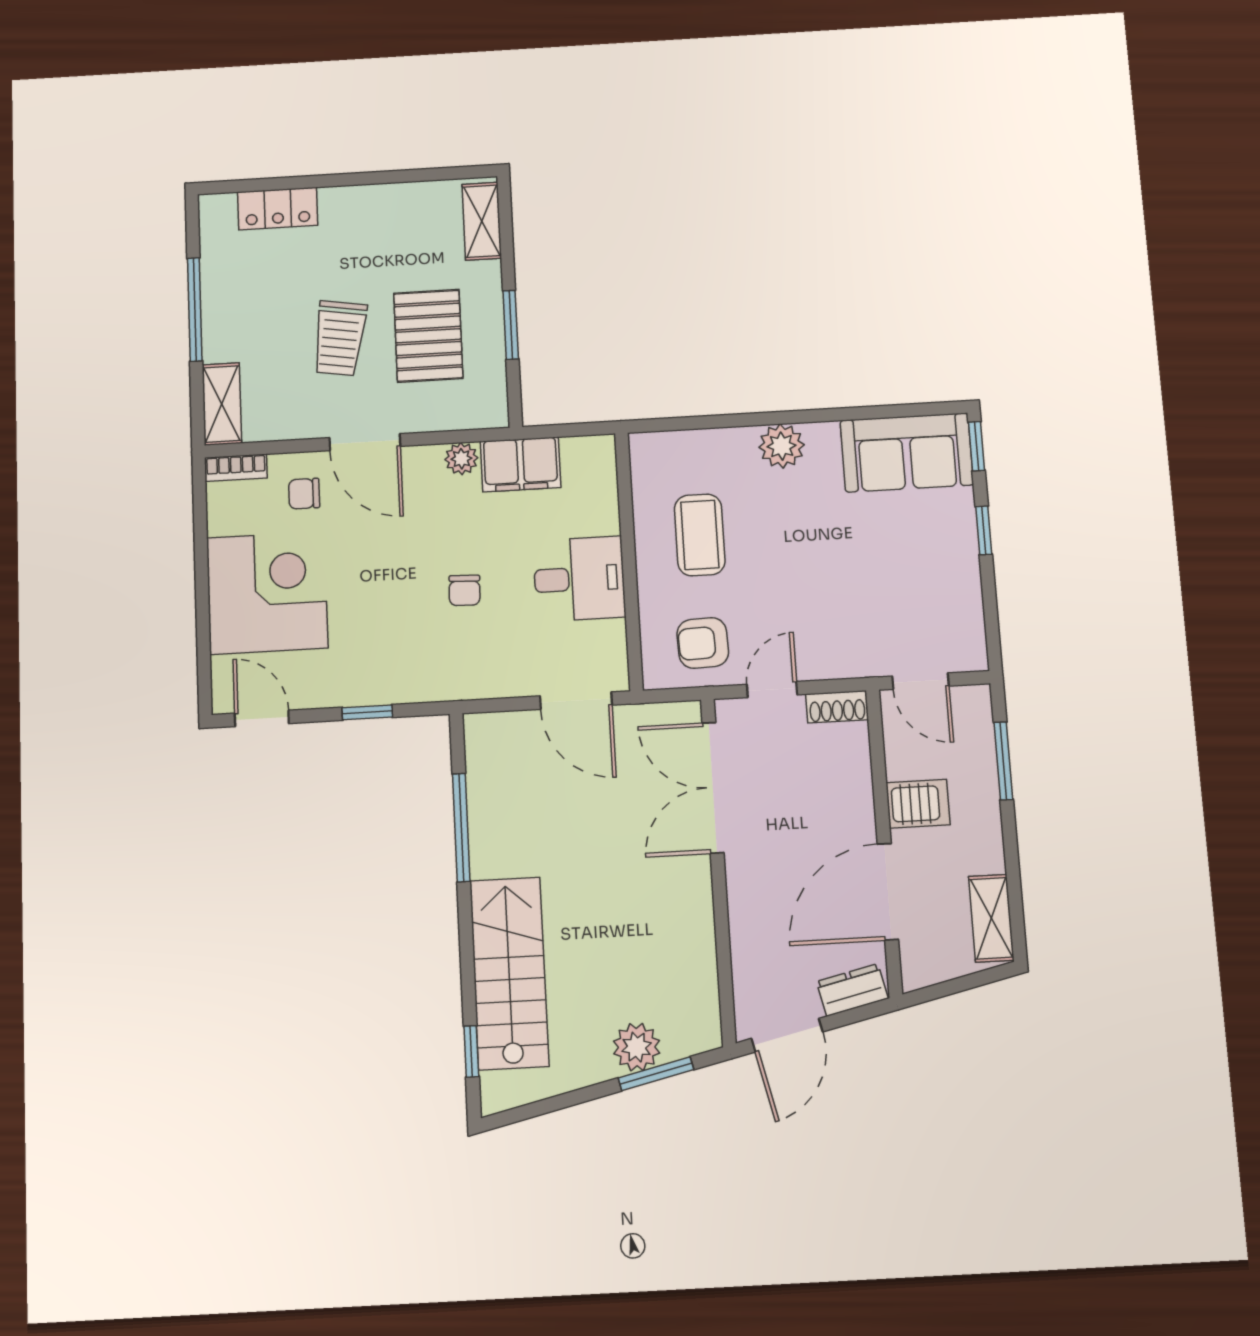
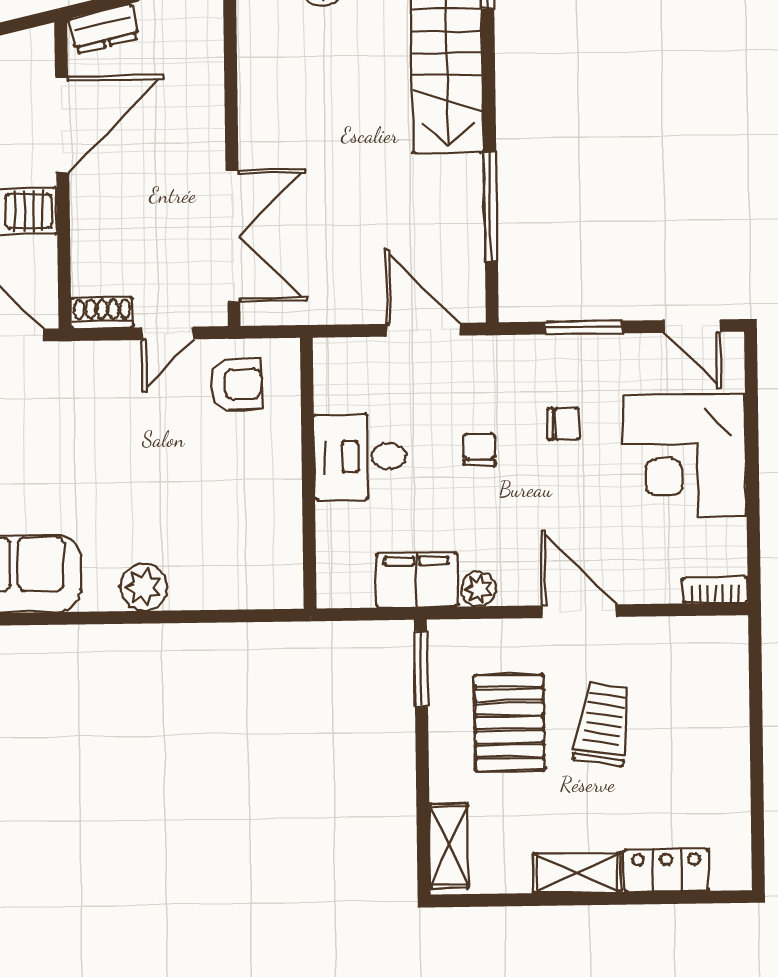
window: (195, 309) -> (757, 763), removed
window: (511, 325) -> (421, 669), moved
shelving: (222, 404) -> (577, 873), moved, turned 90
chair: (304, 494) -> (563, 424), moved
coffee table: (700, 535) -> (234, 497), removed
door: (576, 701) -> (423, 330), moved
window: (367, 712) -> (584, 328), width x1.50

